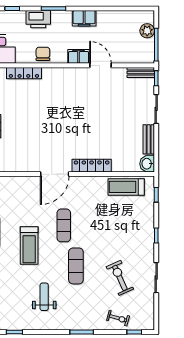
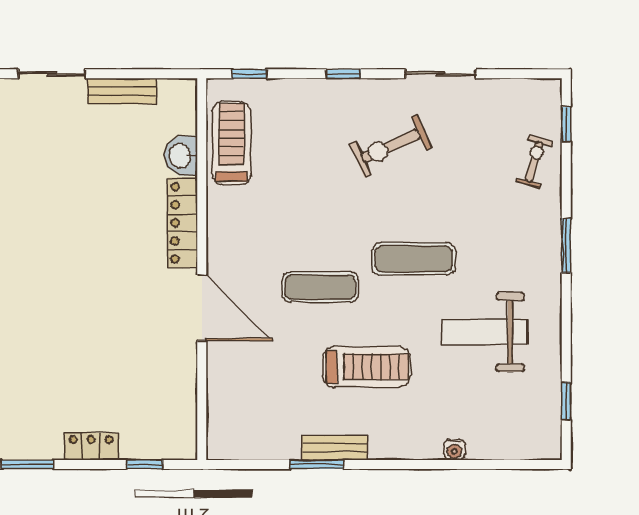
washbasin: (147, 164) -> (181, 156), moved, turned 90
treadmill: (126, 187) -> (232, 143), turned 180
exercise bike: (120, 278) -> (391, 146), moved
weight bench: (44, 297) -> (485, 332), width x1.36, depth x1.33

